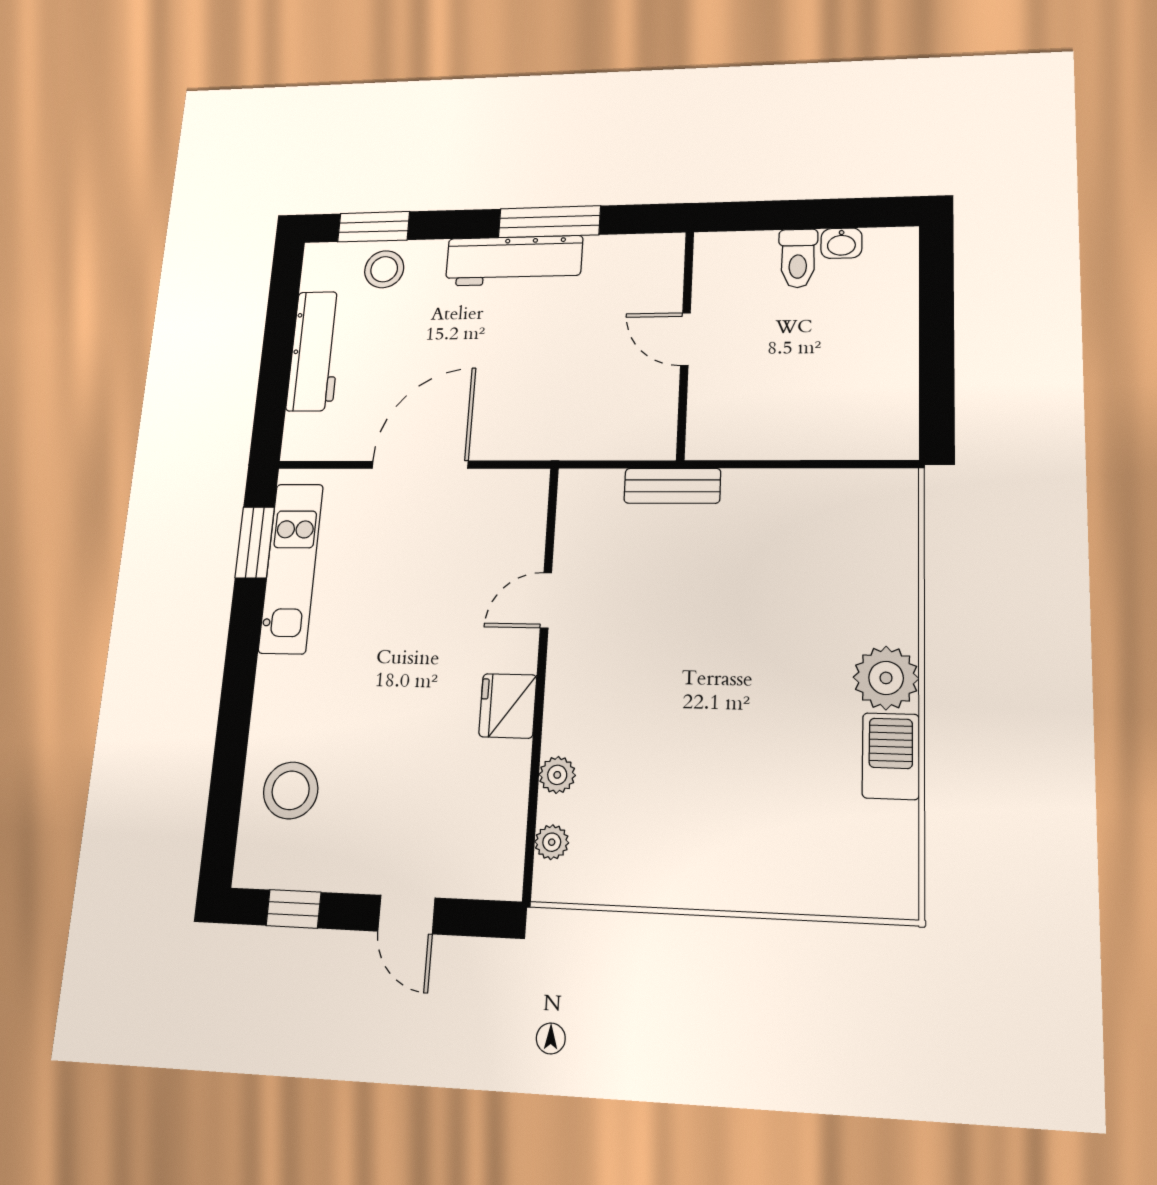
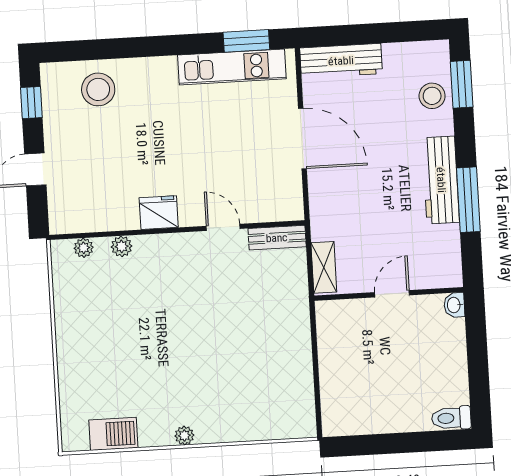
washbasin: (841, 243) -> (454, 305), moved
toilet: (798, 258) -> (451, 418), moved
workbench: (315, 351) -> (341, 61), moved
shelving: (631, 442) -> (324, 267), added
bench: (672, 486) -> (277, 238), moved, turned 90
plant: (886, 678) -> (184, 436), width x0.53, depth x0.53
barbecue: (891, 756) -> (113, 434), moved

